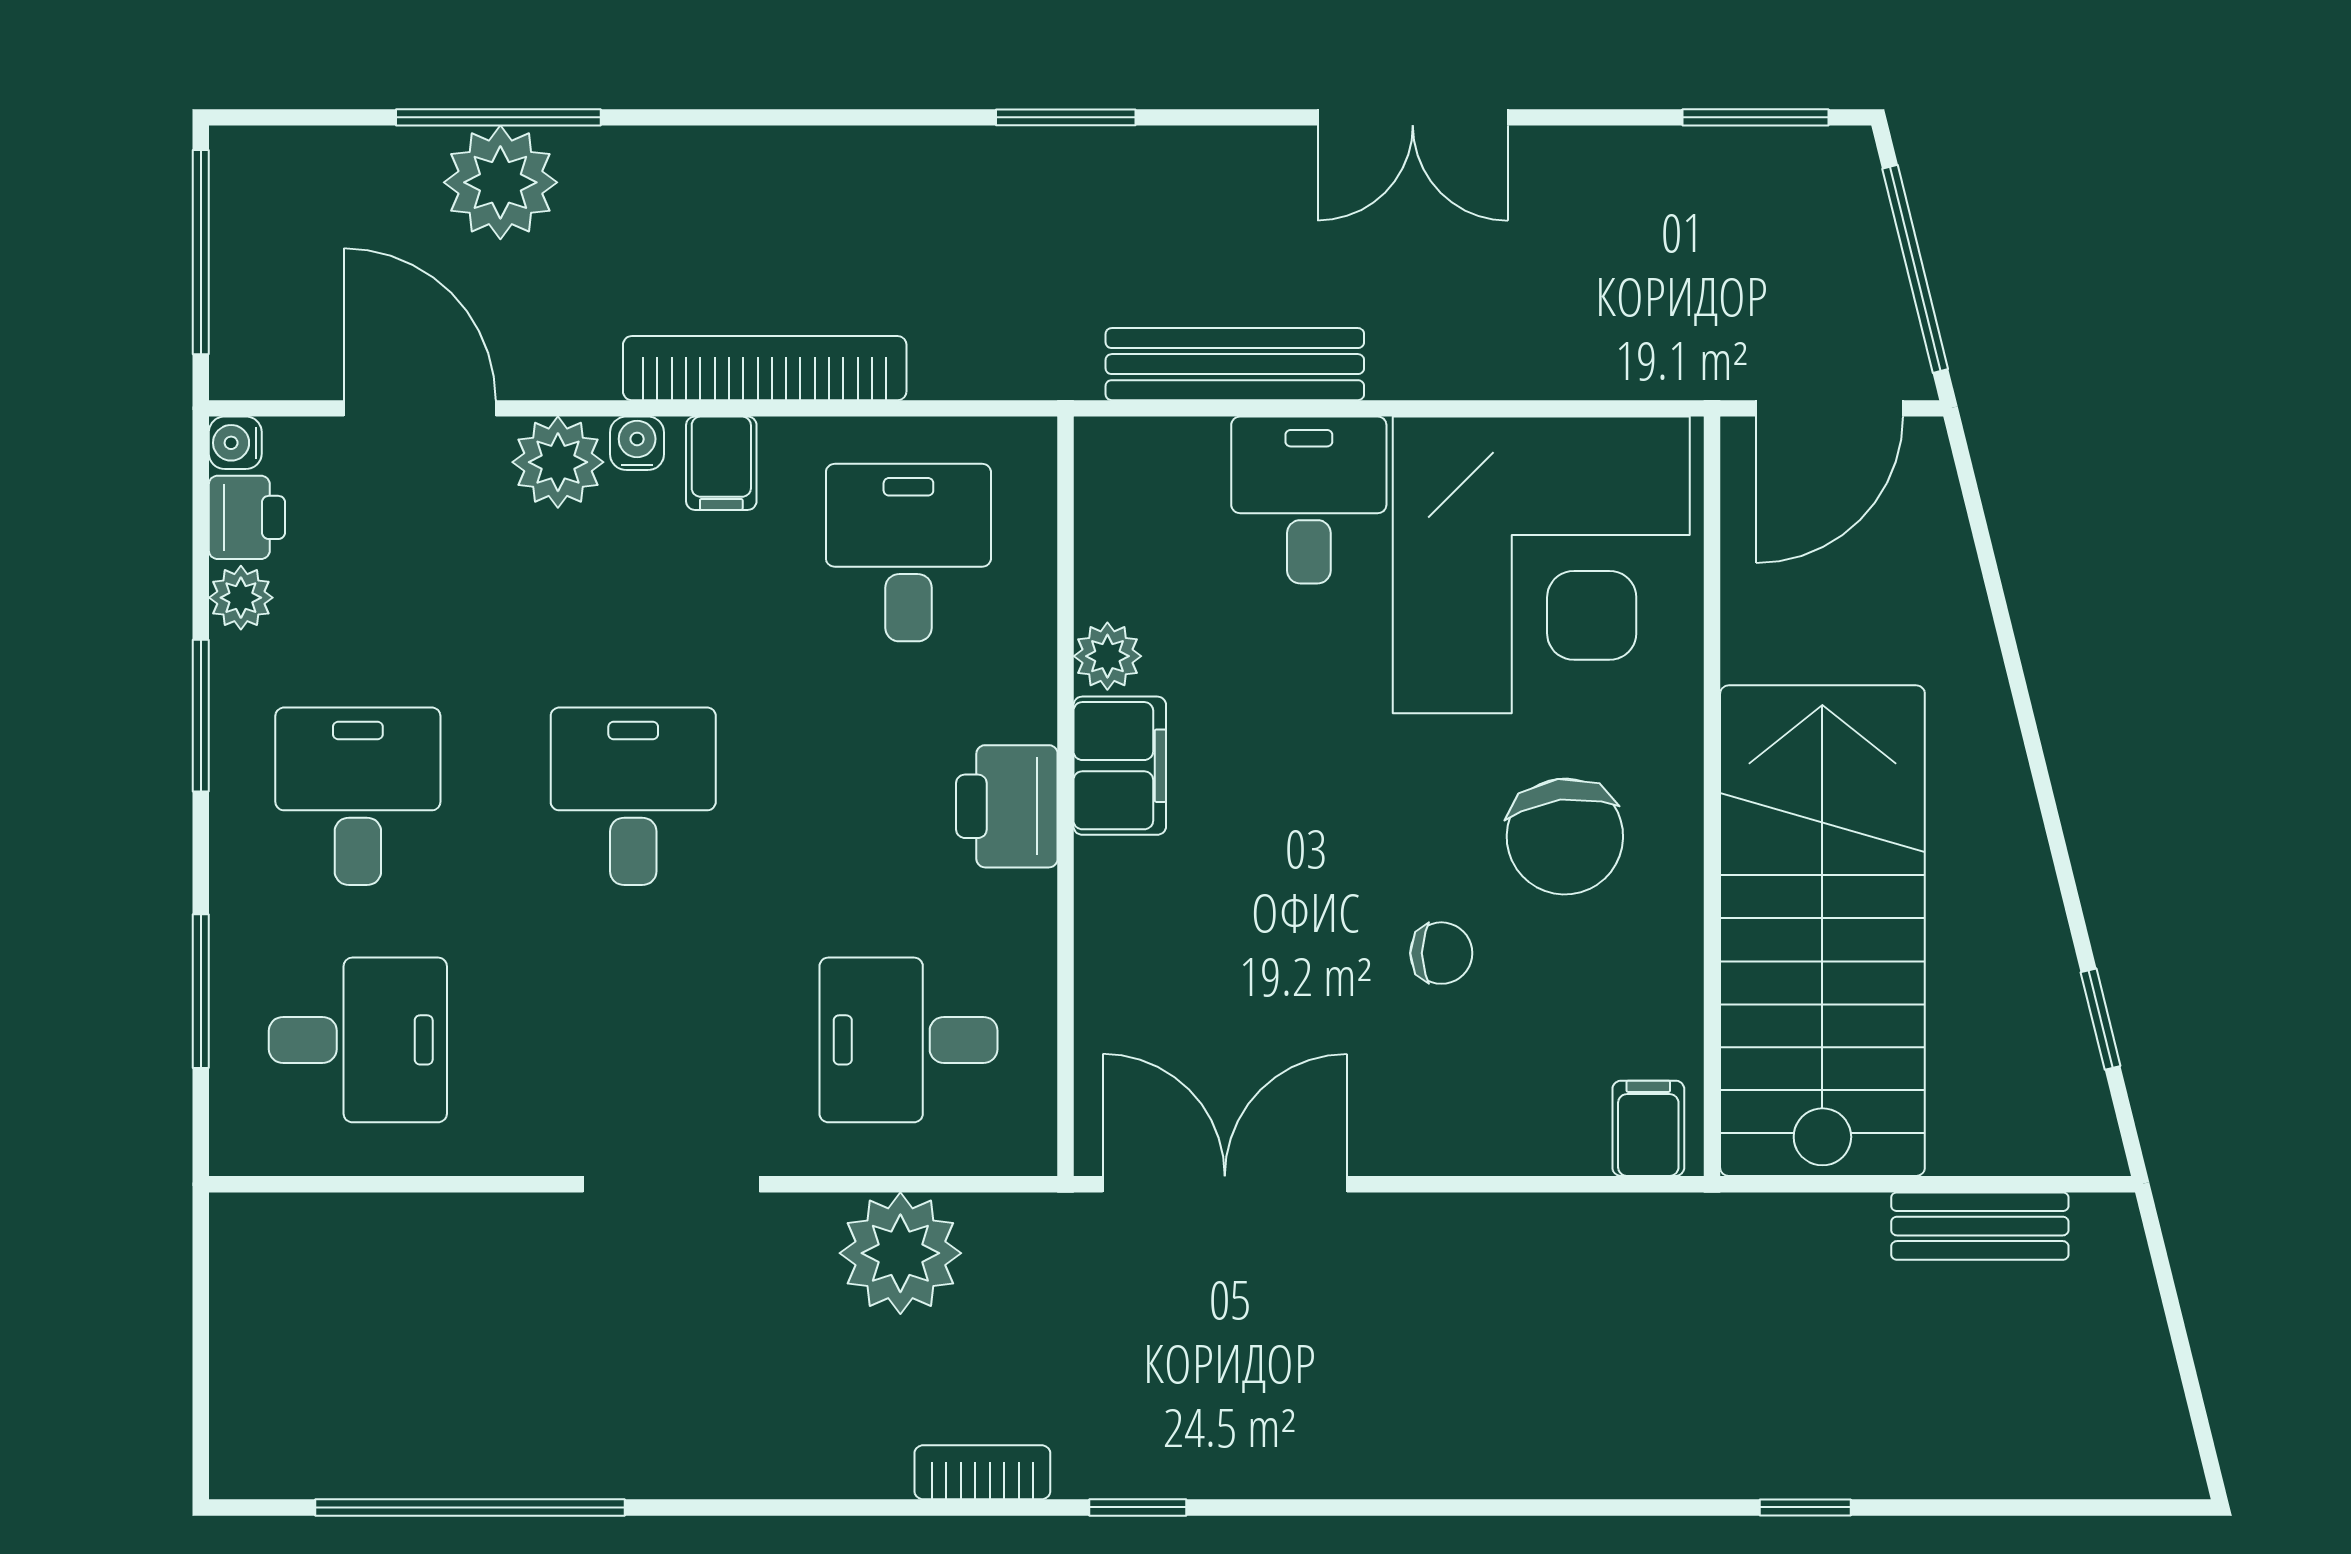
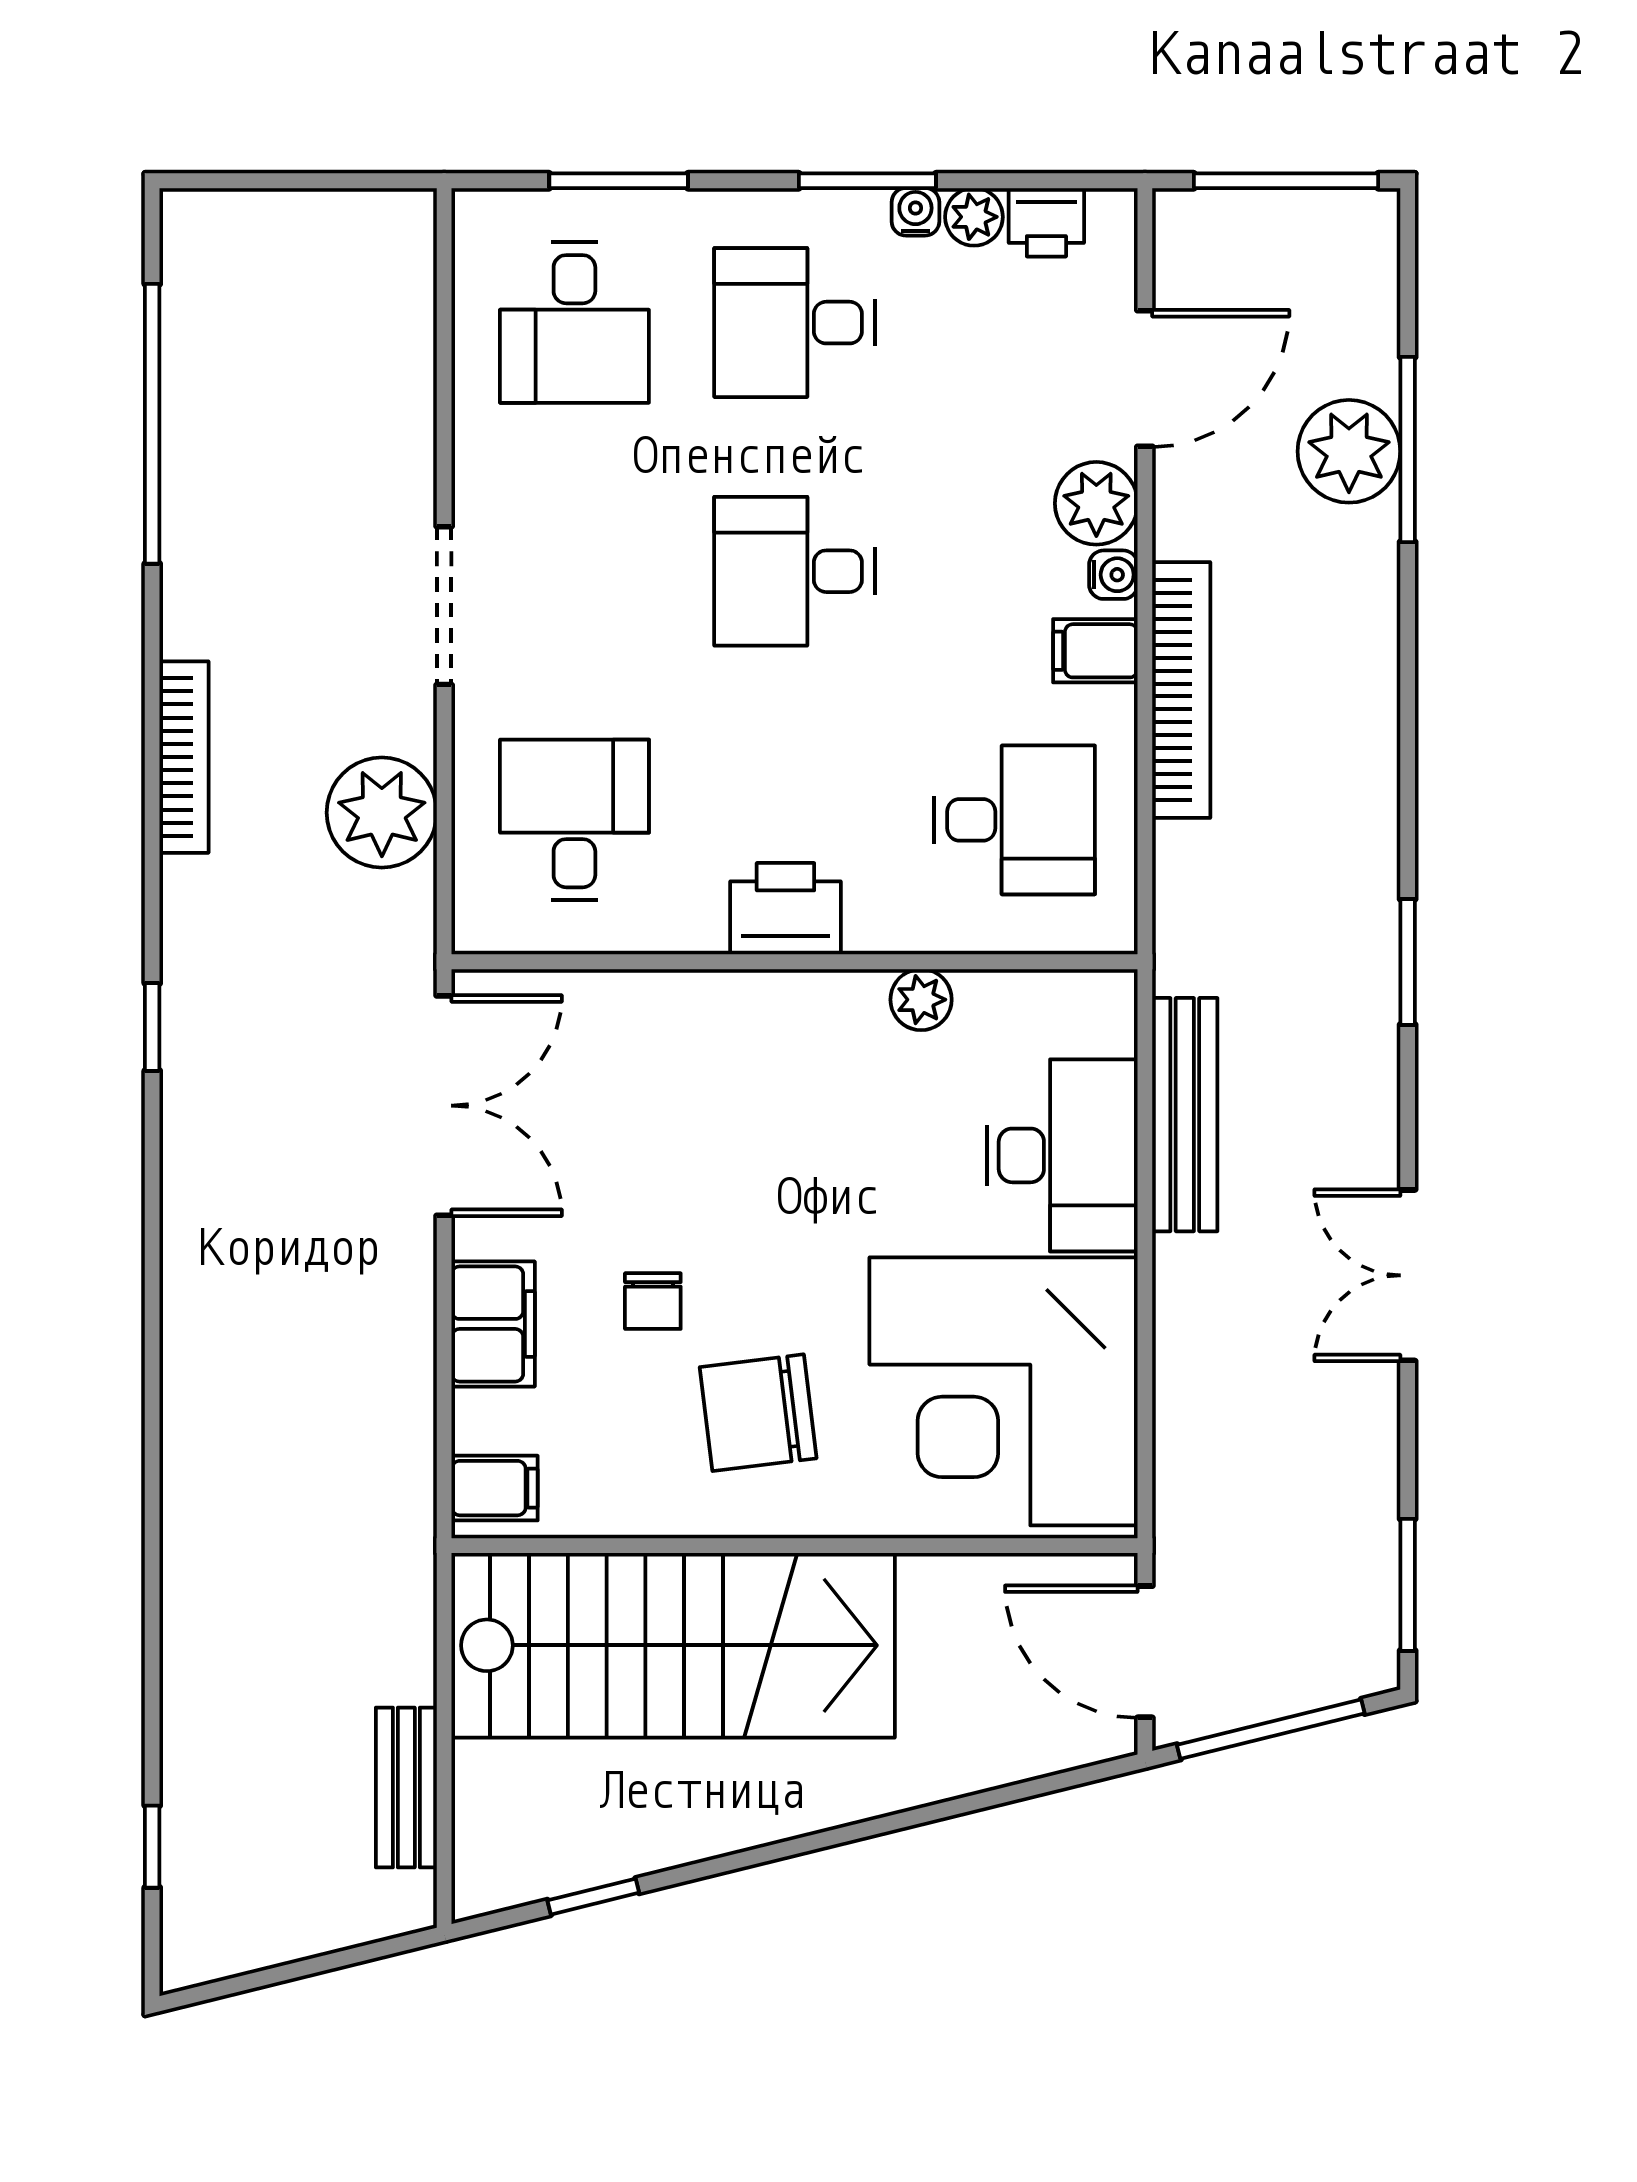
water cooler: (235, 443) -> (915, 212), moved
desk: (1309, 500) -> (1062, 1155), width x1.37
filing cabinet: (1120, 766) -> (493, 1324), moved, turned -90
desk: (358, 796) -> (795, 323), turned 180
desk: (633, 796) -> (795, 571), turned 180
bookcase: (982, 1472) -> (184, 757), moved, width x1.56
window: (1805, 1507) -> (152, 1847), moved

